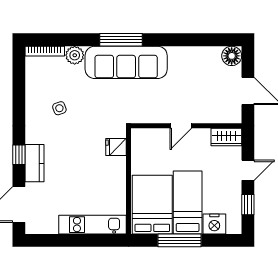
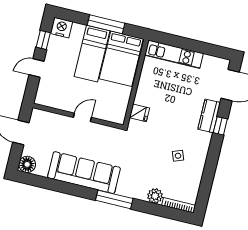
sofa: (126, 62) -> (84, 173), moved
wardrobe: (226, 137) -> (47, 99), removed
nightstand: (214, 224) -> (61, 28), moved

